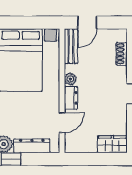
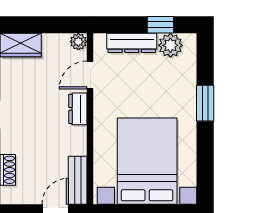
plant: (70, 79) -> (78, 42), moved

